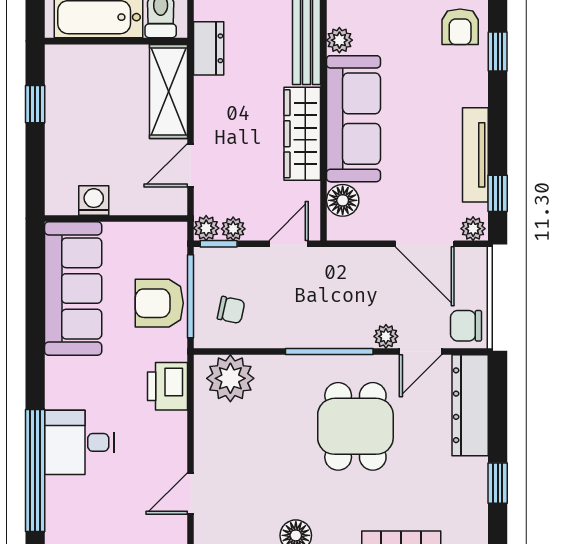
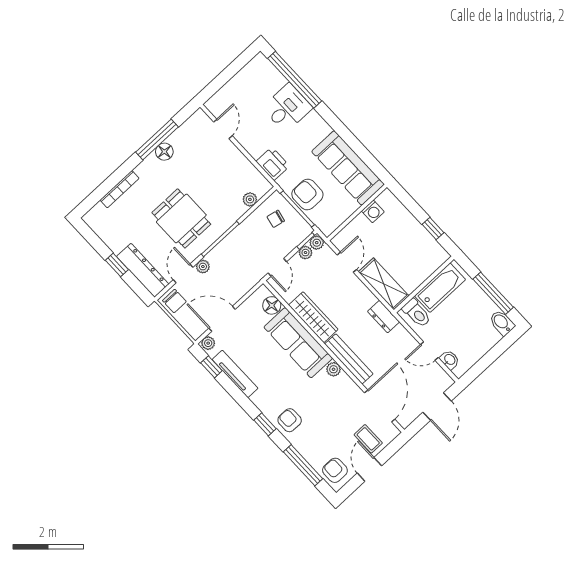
armchair: (159, 303) -> (307, 194), turned -90
chair: (466, 326) -> (174, 301), turned 90
plant: (230, 378) -> (250, 199), width x0.53, depth x0.53
window: (498, 483) -> (117, 265), moved

